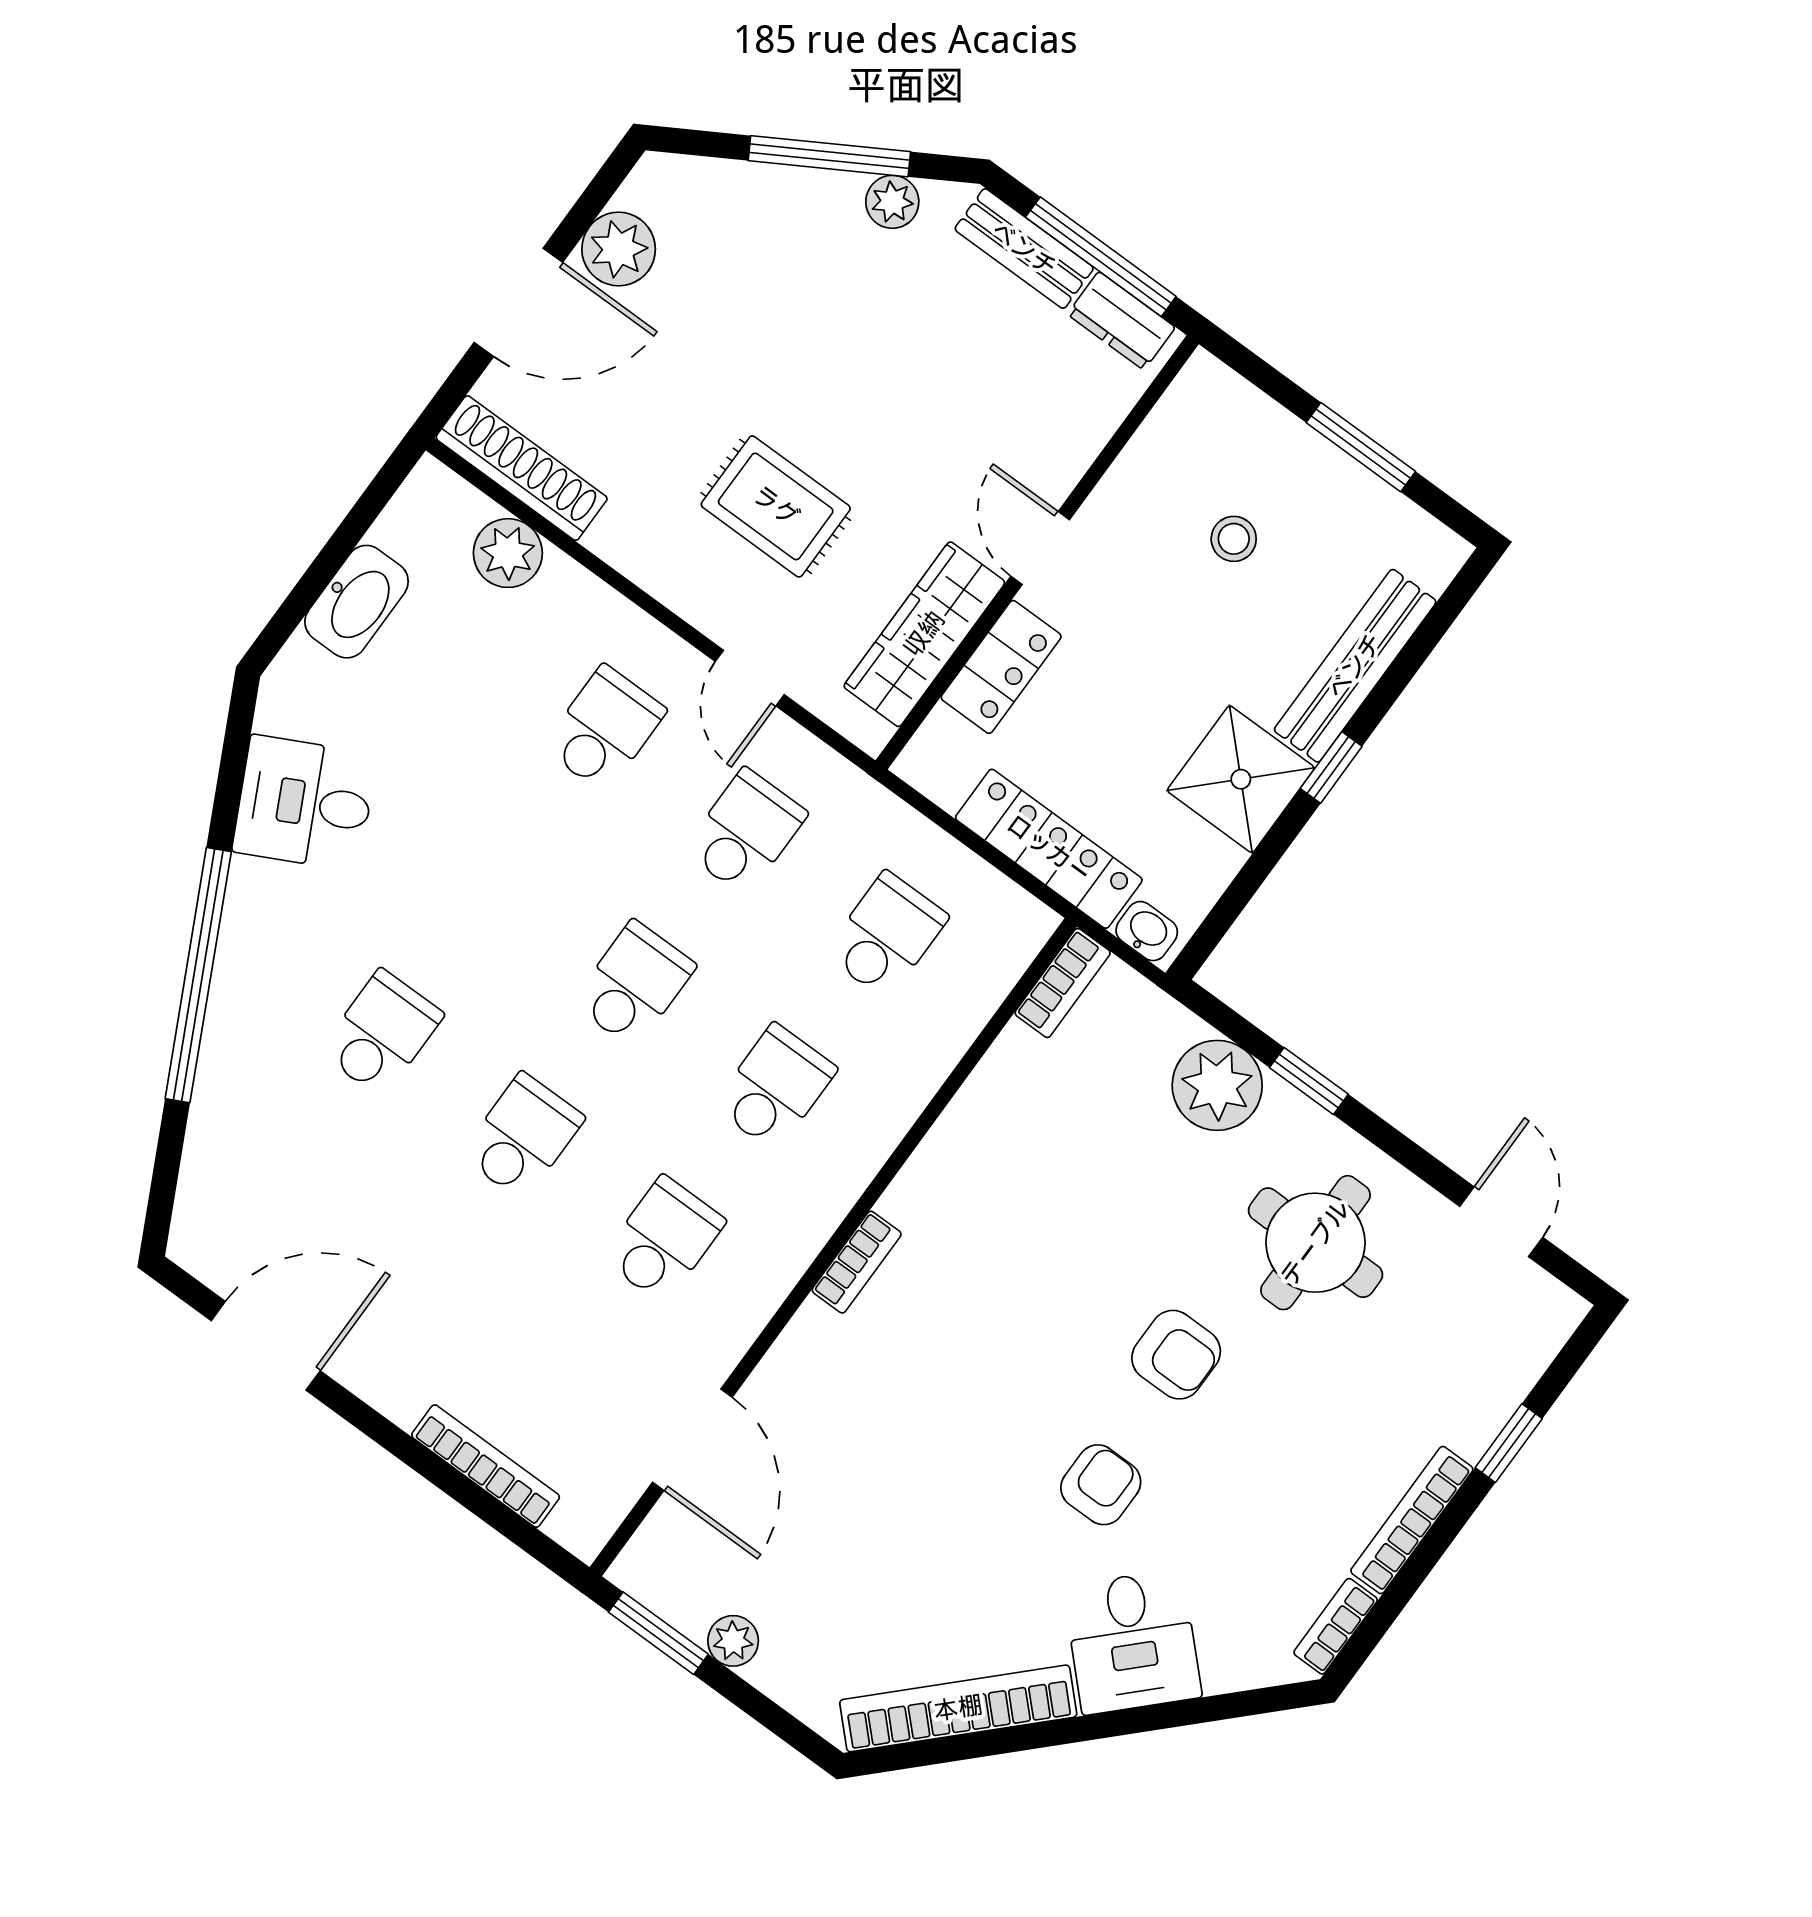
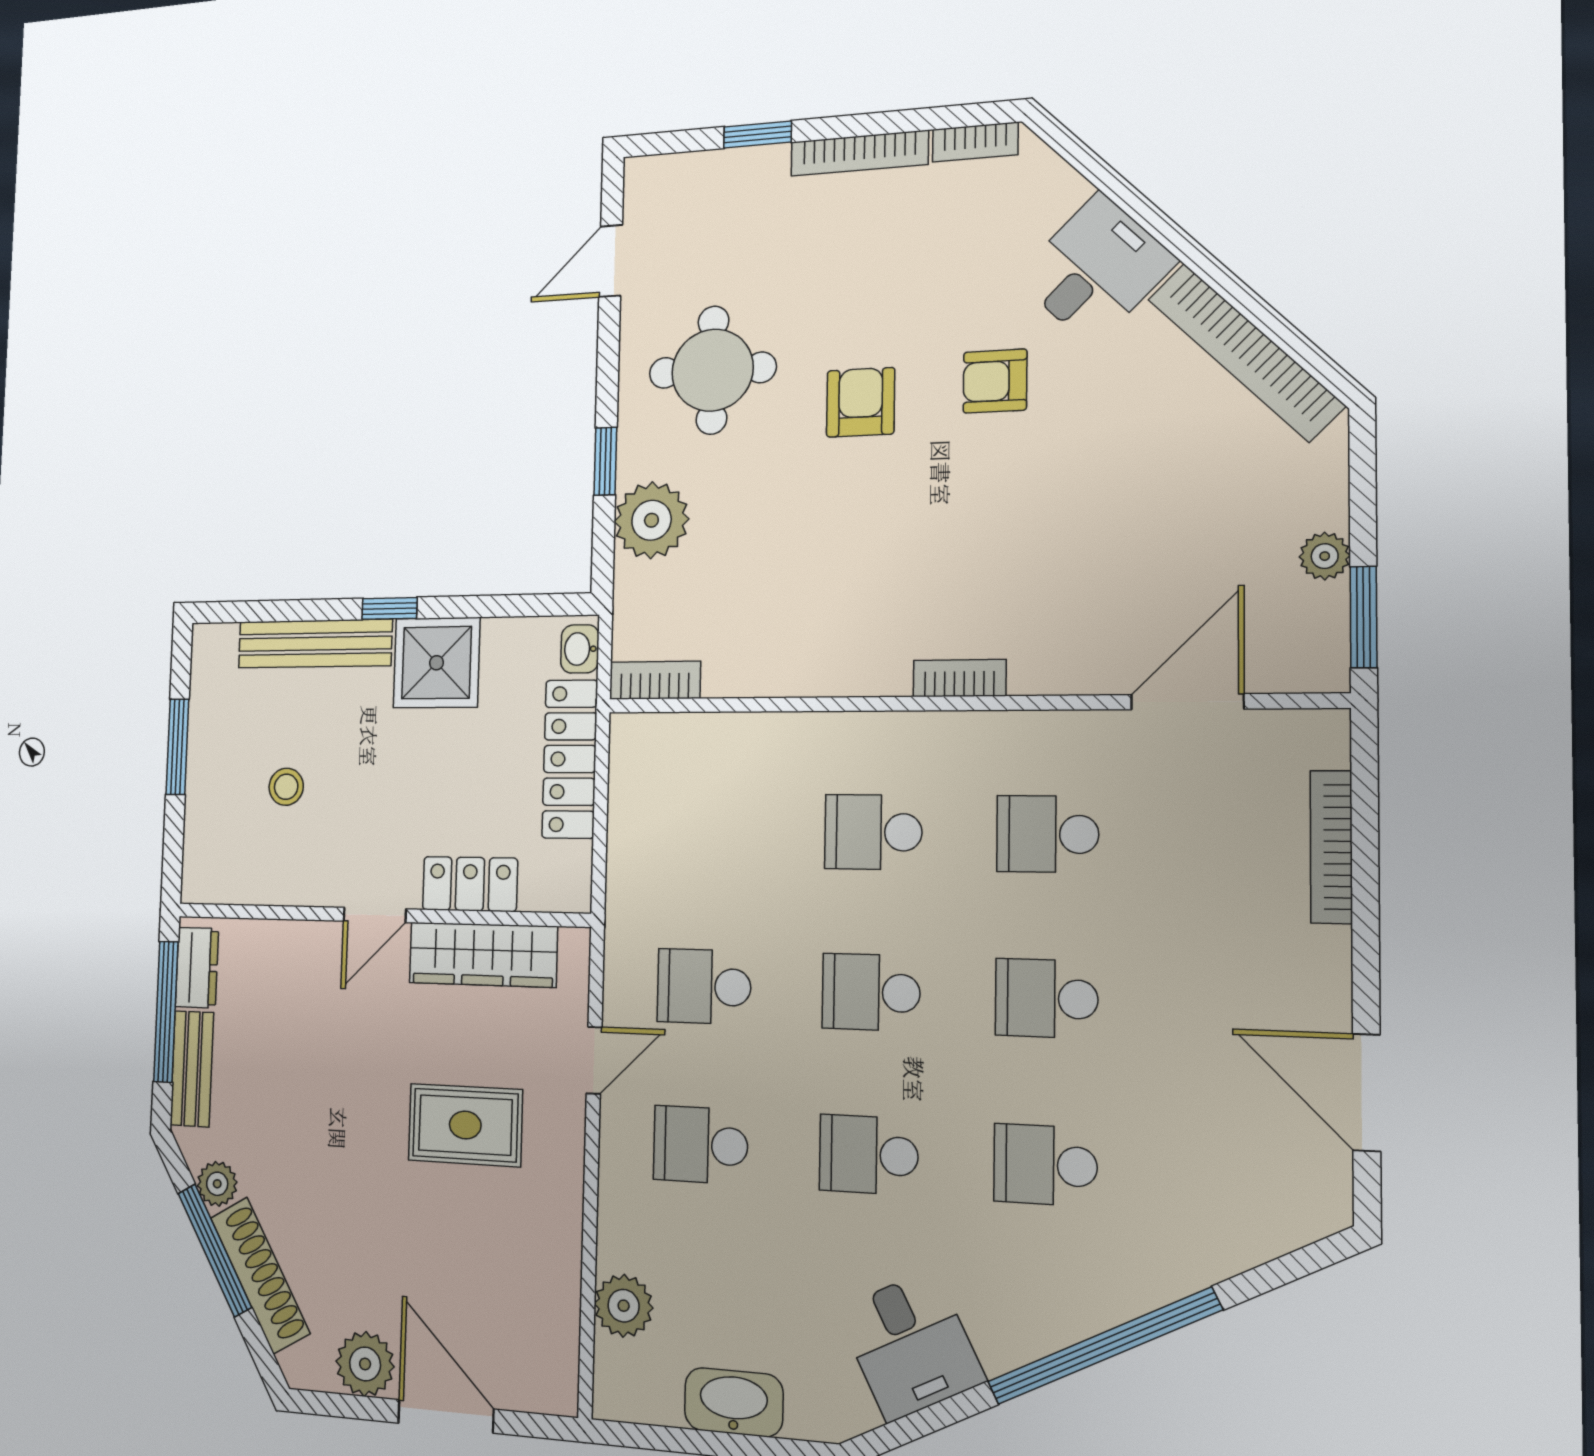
shoe rack: (522, 468) -> (260, 1275), moved, turned 150
rug: (776, 506) -> (465, 1125), turned 90
school desk: (886, 935) -> (869, 1155), moved

